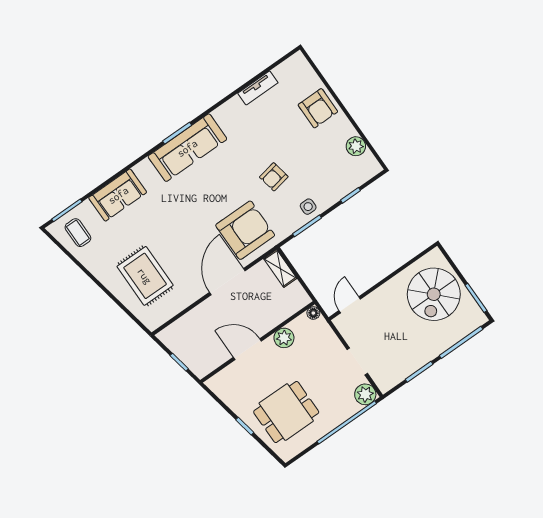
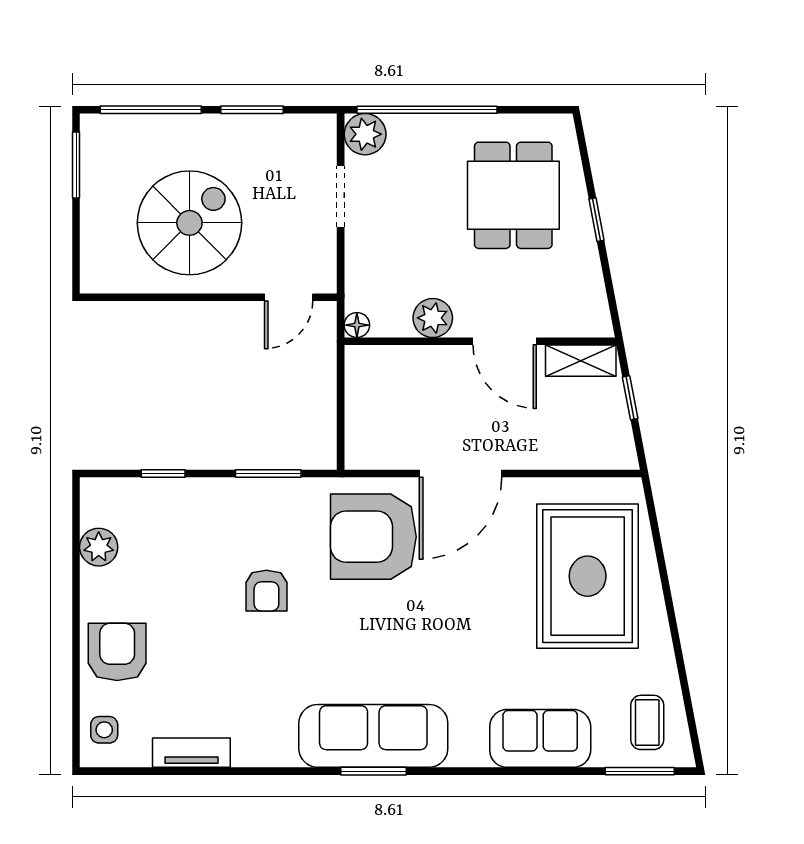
armchair: (274, 177) -> (266, 591), turned 101
side table: (308, 207) -> (104, 730), moved
shelving: (280, 268) -> (581, 361), moved, turned 90
rug: (145, 276) -> (588, 576), width x1.37, depth x1.44
spiral stairs: (434, 294) -> (189, 223), moved
dining table: (286, 412) -> (513, 195), turned 90

